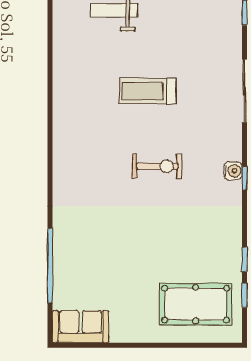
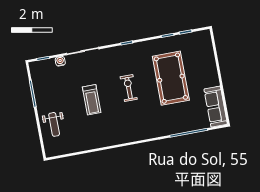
water cooler: (233, 171) -> (60, 61), moved
pool table: (196, 304) -> (171, 78), moved, width x1.36, depth x1.32
sofa: (80, 327) -> (216, 107), width x1.36

